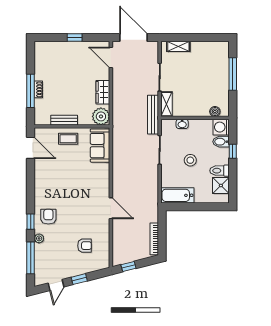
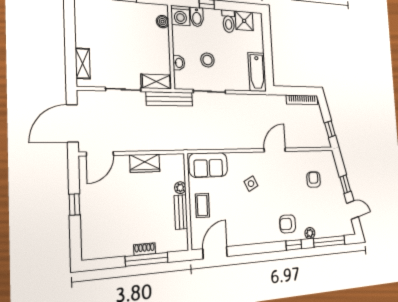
plant: (101, 116) -> (180, 188), moved, width x0.53, depth x0.53
stool: (190, 160) -> (207, 60), moved
side table: (84, 184) -> (251, 184), added

